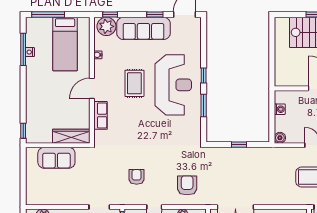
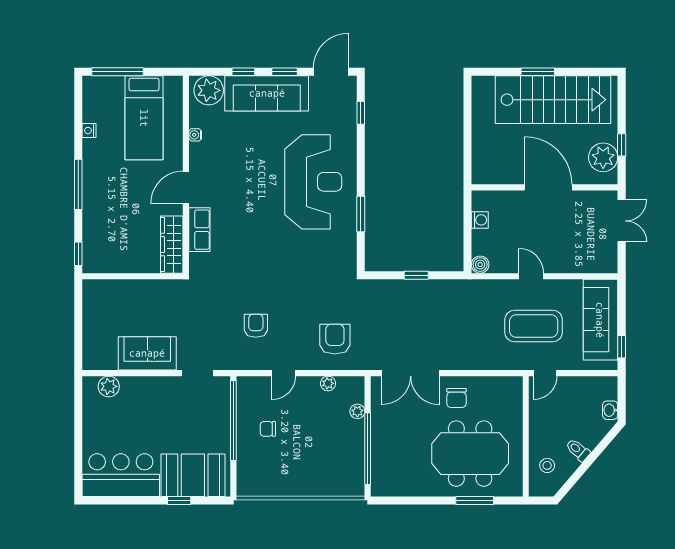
window: (110, 14) -> (243, 72), moved
window: (23, 49) -> (78, 184), moved
window: (204, 75) -> (361, 113), moved
rug: (134, 83) -> (253, 179), removed
wardrobe: (71, 136) -> (172, 245), moved, turned -90
sofa: (56, 158) -> (147, 353), moved, turned 180

